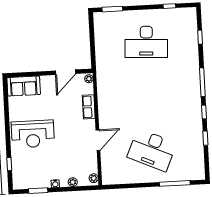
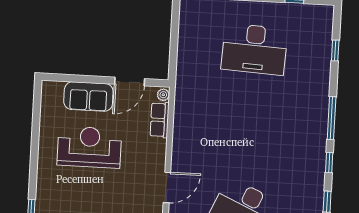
sofa: (24, 86) -> (88, 97), moved
row of seats: (89, 107) -> (160, 120), moved
reception desk: (33, 134) -> (89, 147), moved, turned 180

